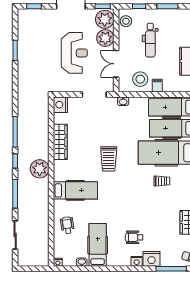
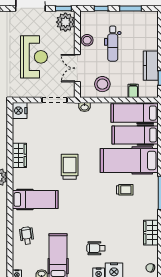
stool: (126, 21) -> (87, 40), moved
plant: (105, 38) -> (66, 41), removed
filing cabinet: (157, 86) -> (133, 91), moved
wardrobe: (60, 142) -> (19, 155), width x0.67
trolley: (109, 159) -> (70, 167), turned 180

